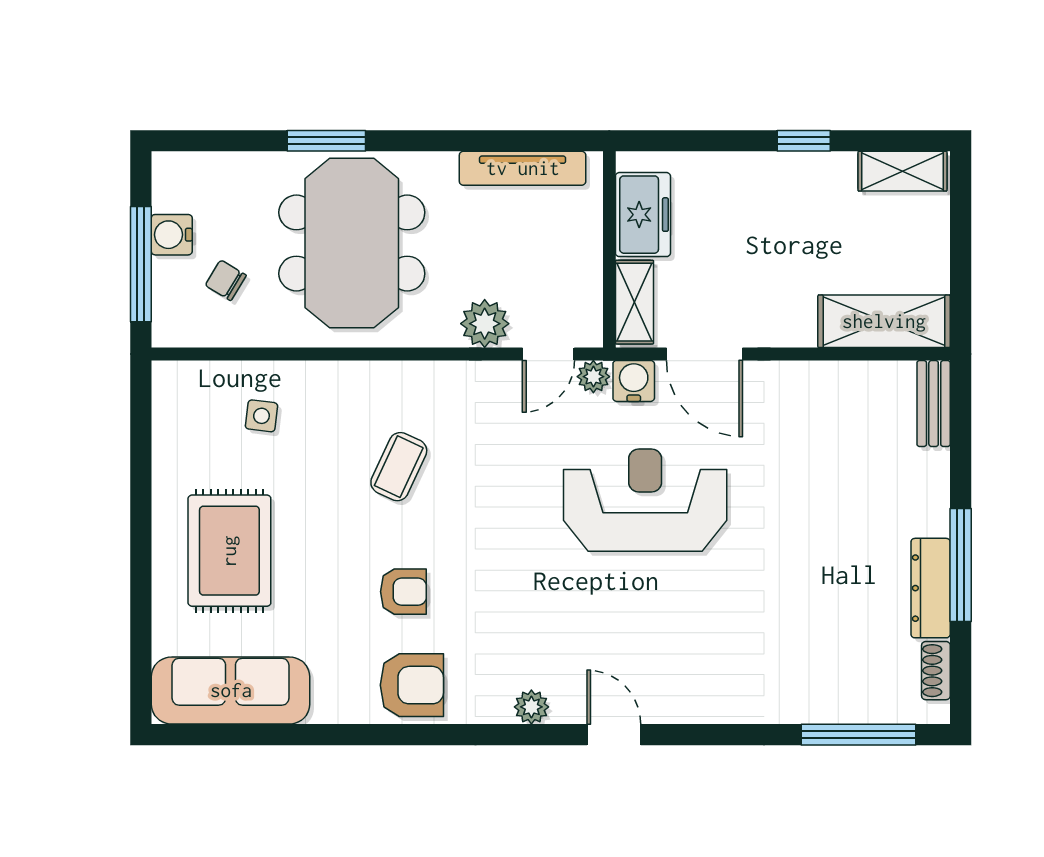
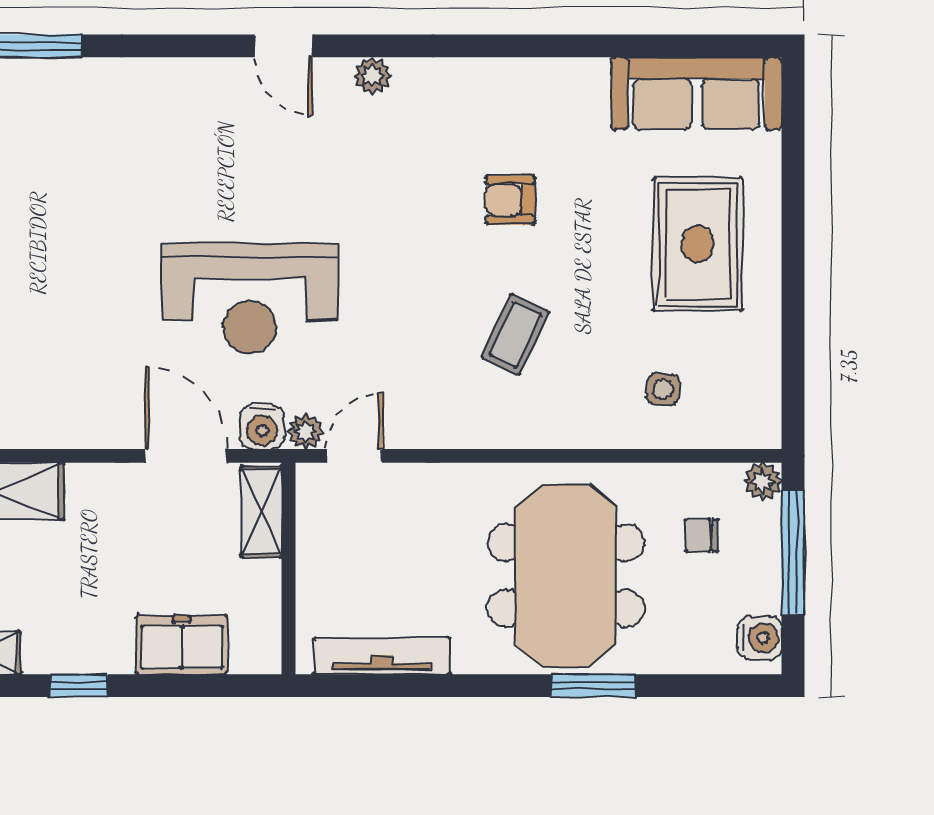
freezer: (643, 215) -> (182, 645), moved, turned 90
water cooler: (172, 235) -> (760, 638), moved
chair: (226, 280) -> (702, 535), turned 149
plant: (485, 324) -> (763, 482), moved, width x0.73, depth x0.73
armchair: (412, 685) -> (501, 99), removed

